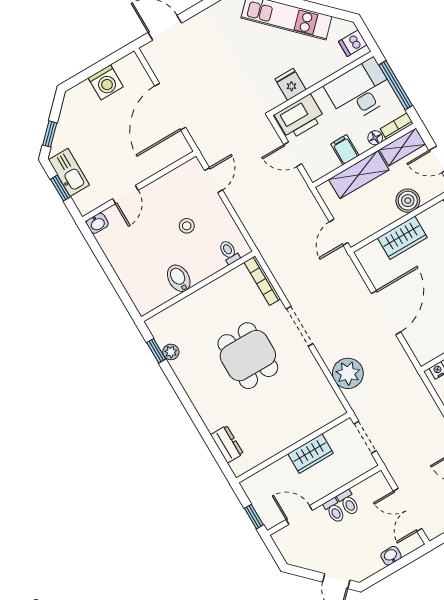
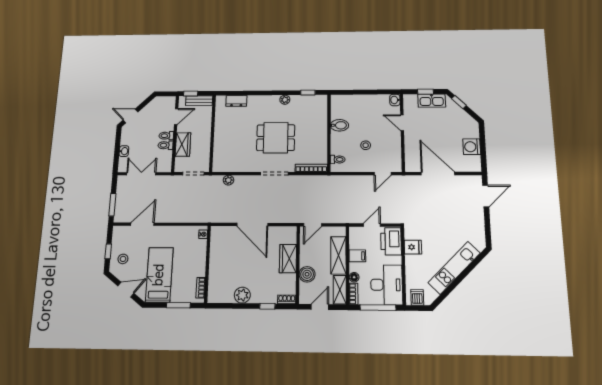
door: (213, 180) -> (383, 174), hinge flipped
door: (339, 232) -> (313, 225), swing flipped
plant: (171, 352) -> (285, 100), moved
plant: (348, 373) -> (228, 180), width x0.53, depth x0.53
wardrobe: (311, 454) -> (183, 144), moved, turned 180
bench: (257, 498) -> (199, 101), added

